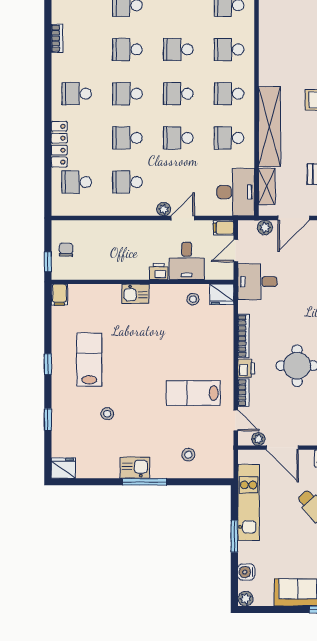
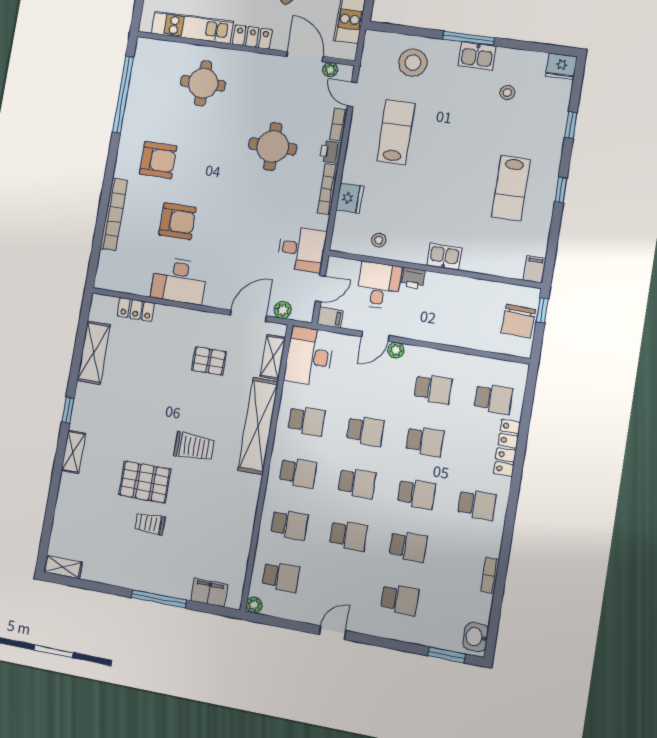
chair: (66, 250) -> (518, 321), width x1.87, depth x1.87
fridge: (222, 294) -> (350, 198), moved, turned 90
lab bench: (193, 393) -> (396, 132), turned -90
stool: (107, 414) -> (507, 93), moved
stool: (188, 455) -> (413, 63), width x1.89, depth x1.89

